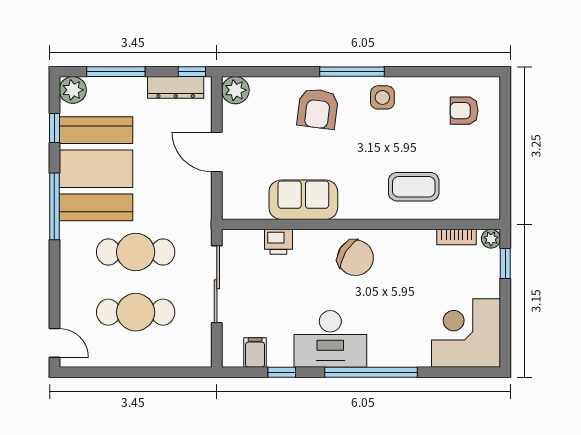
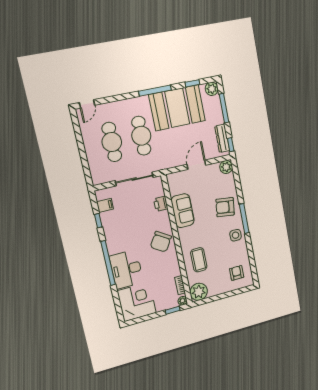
plant: (482, 201) -> (199, 292), added
desk: (330, 339) -> (126, 269), moved

